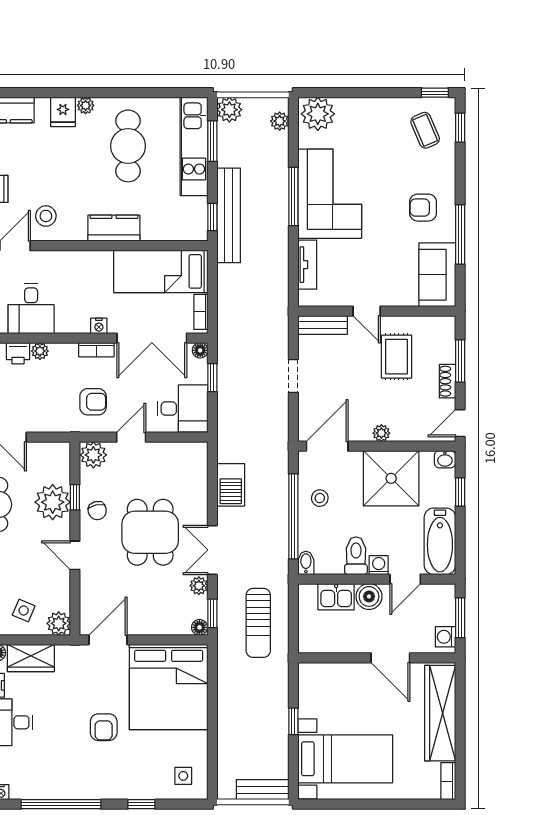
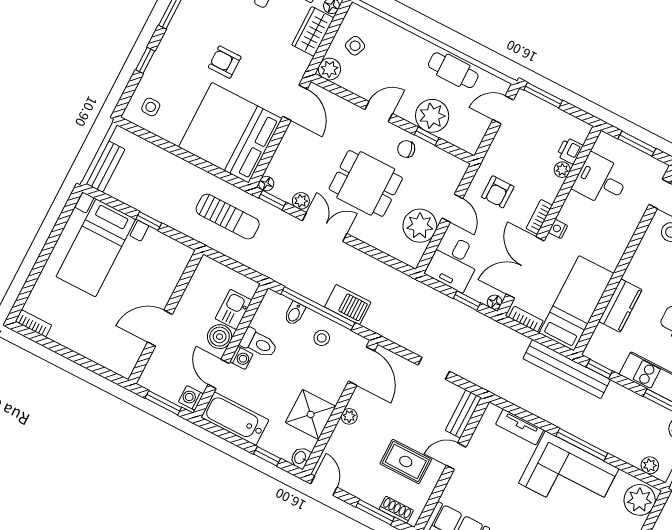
bench: (229, 215) -> (567, 369), moved
kitchen counter: (114, 228) -> (620, 306), moved
shoe rack: (447, 381) -> (396, 510), moved
plant: (93, 455) -> (420, 226), moved, width x1.36, depth x1.36
shower: (391, 478) -> (311, 414), width x0.73, depth x0.73
barbecue: (231, 485) -> (348, 305), moved, turned 180
bidet: (306, 563) -> (295, 313), moved, turned 90
sun lounger: (258, 623) -> (228, 217), moved, turned 180
washing machine: (445, 637) -> (191, 398), moved, turned -90
wardrobe: (440, 713) -> (93, 346), removed

